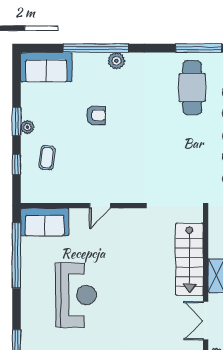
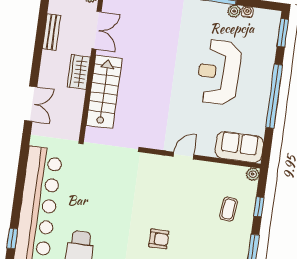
armchair: (96, 115) -> (159, 239), moved, turned 180
plant: (27, 127) -> (253, 174), moved
window: (17, 255) -> (274, 96), moved

